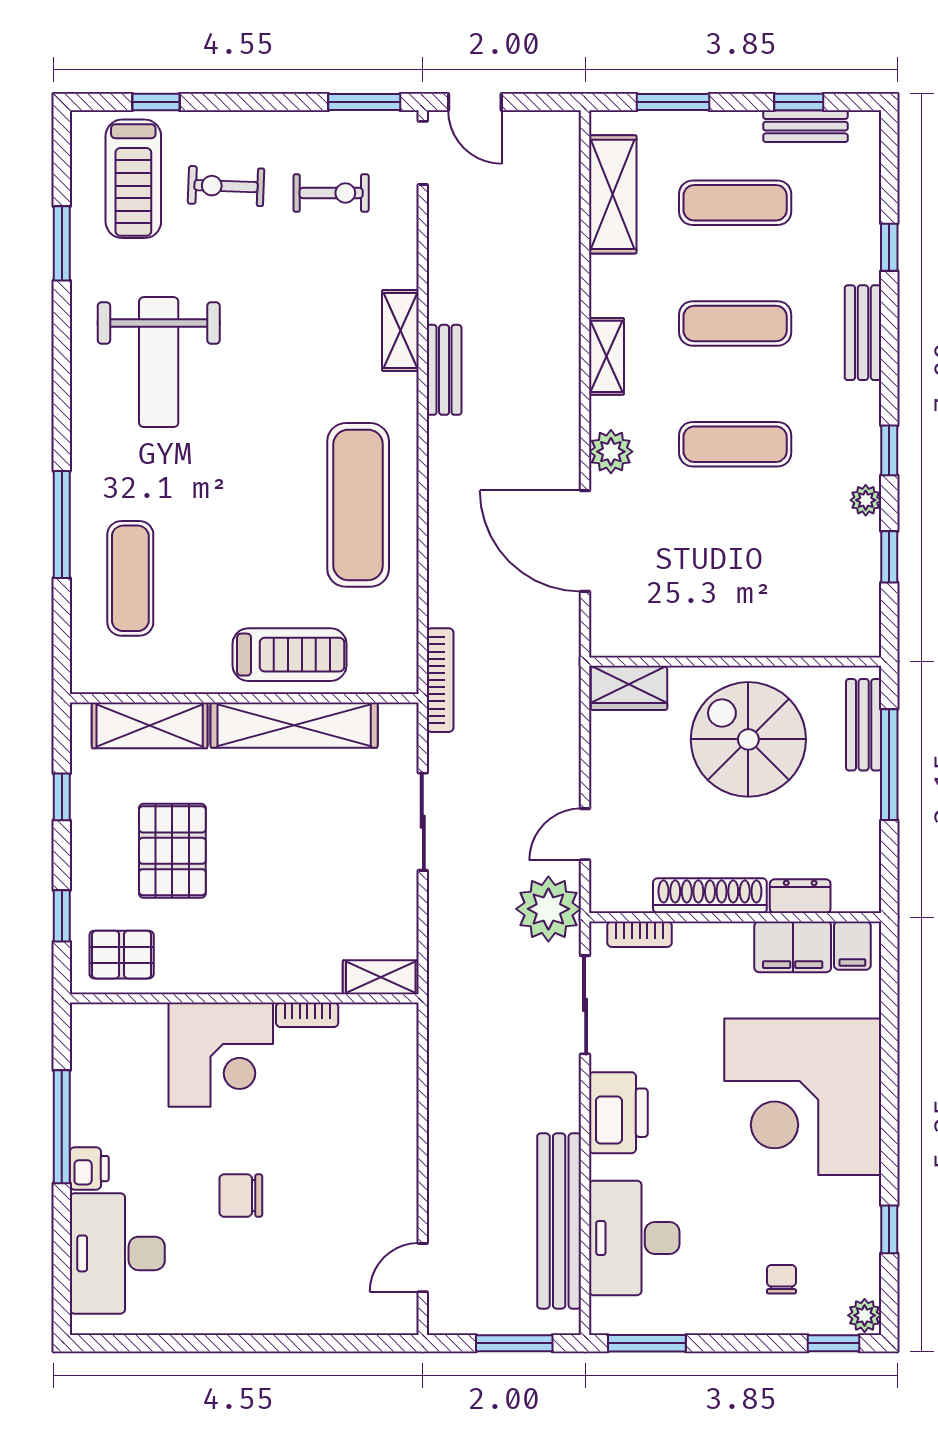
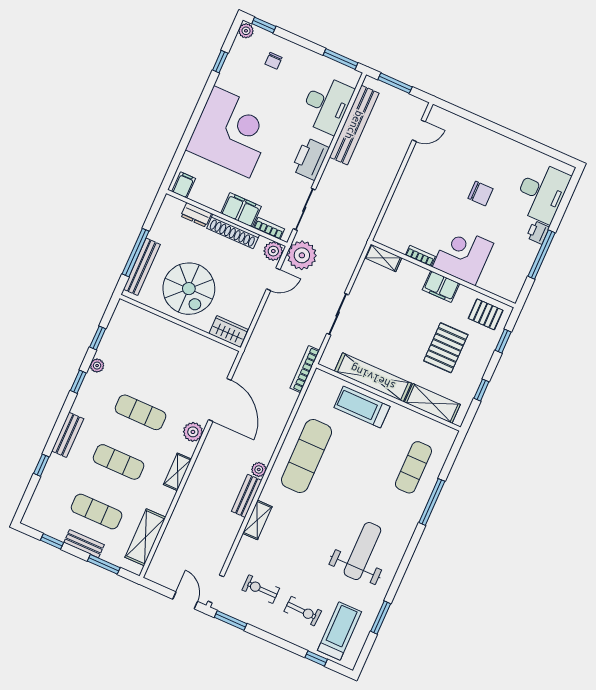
bench: (805, 126) -> (84, 544), moved
plant: (443, 435) -> (259, 469), added
bench: (864, 725) -> (142, 267), width x1.36
plant: (610, 892) -> (273, 251), added
filing cabinet: (793, 947) -> (241, 210), moved
filing cabinet: (237, 971) -> (441, 287), added

